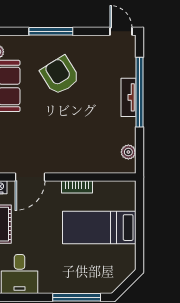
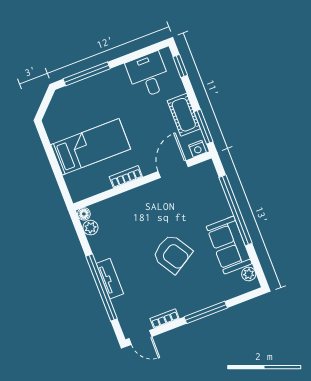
bookcase: (92, 40) -> (165, 318), added
armchair: (60, 75) -> (172, 254), moved
floor lamp: (130, 167) -> (84, 214), added

